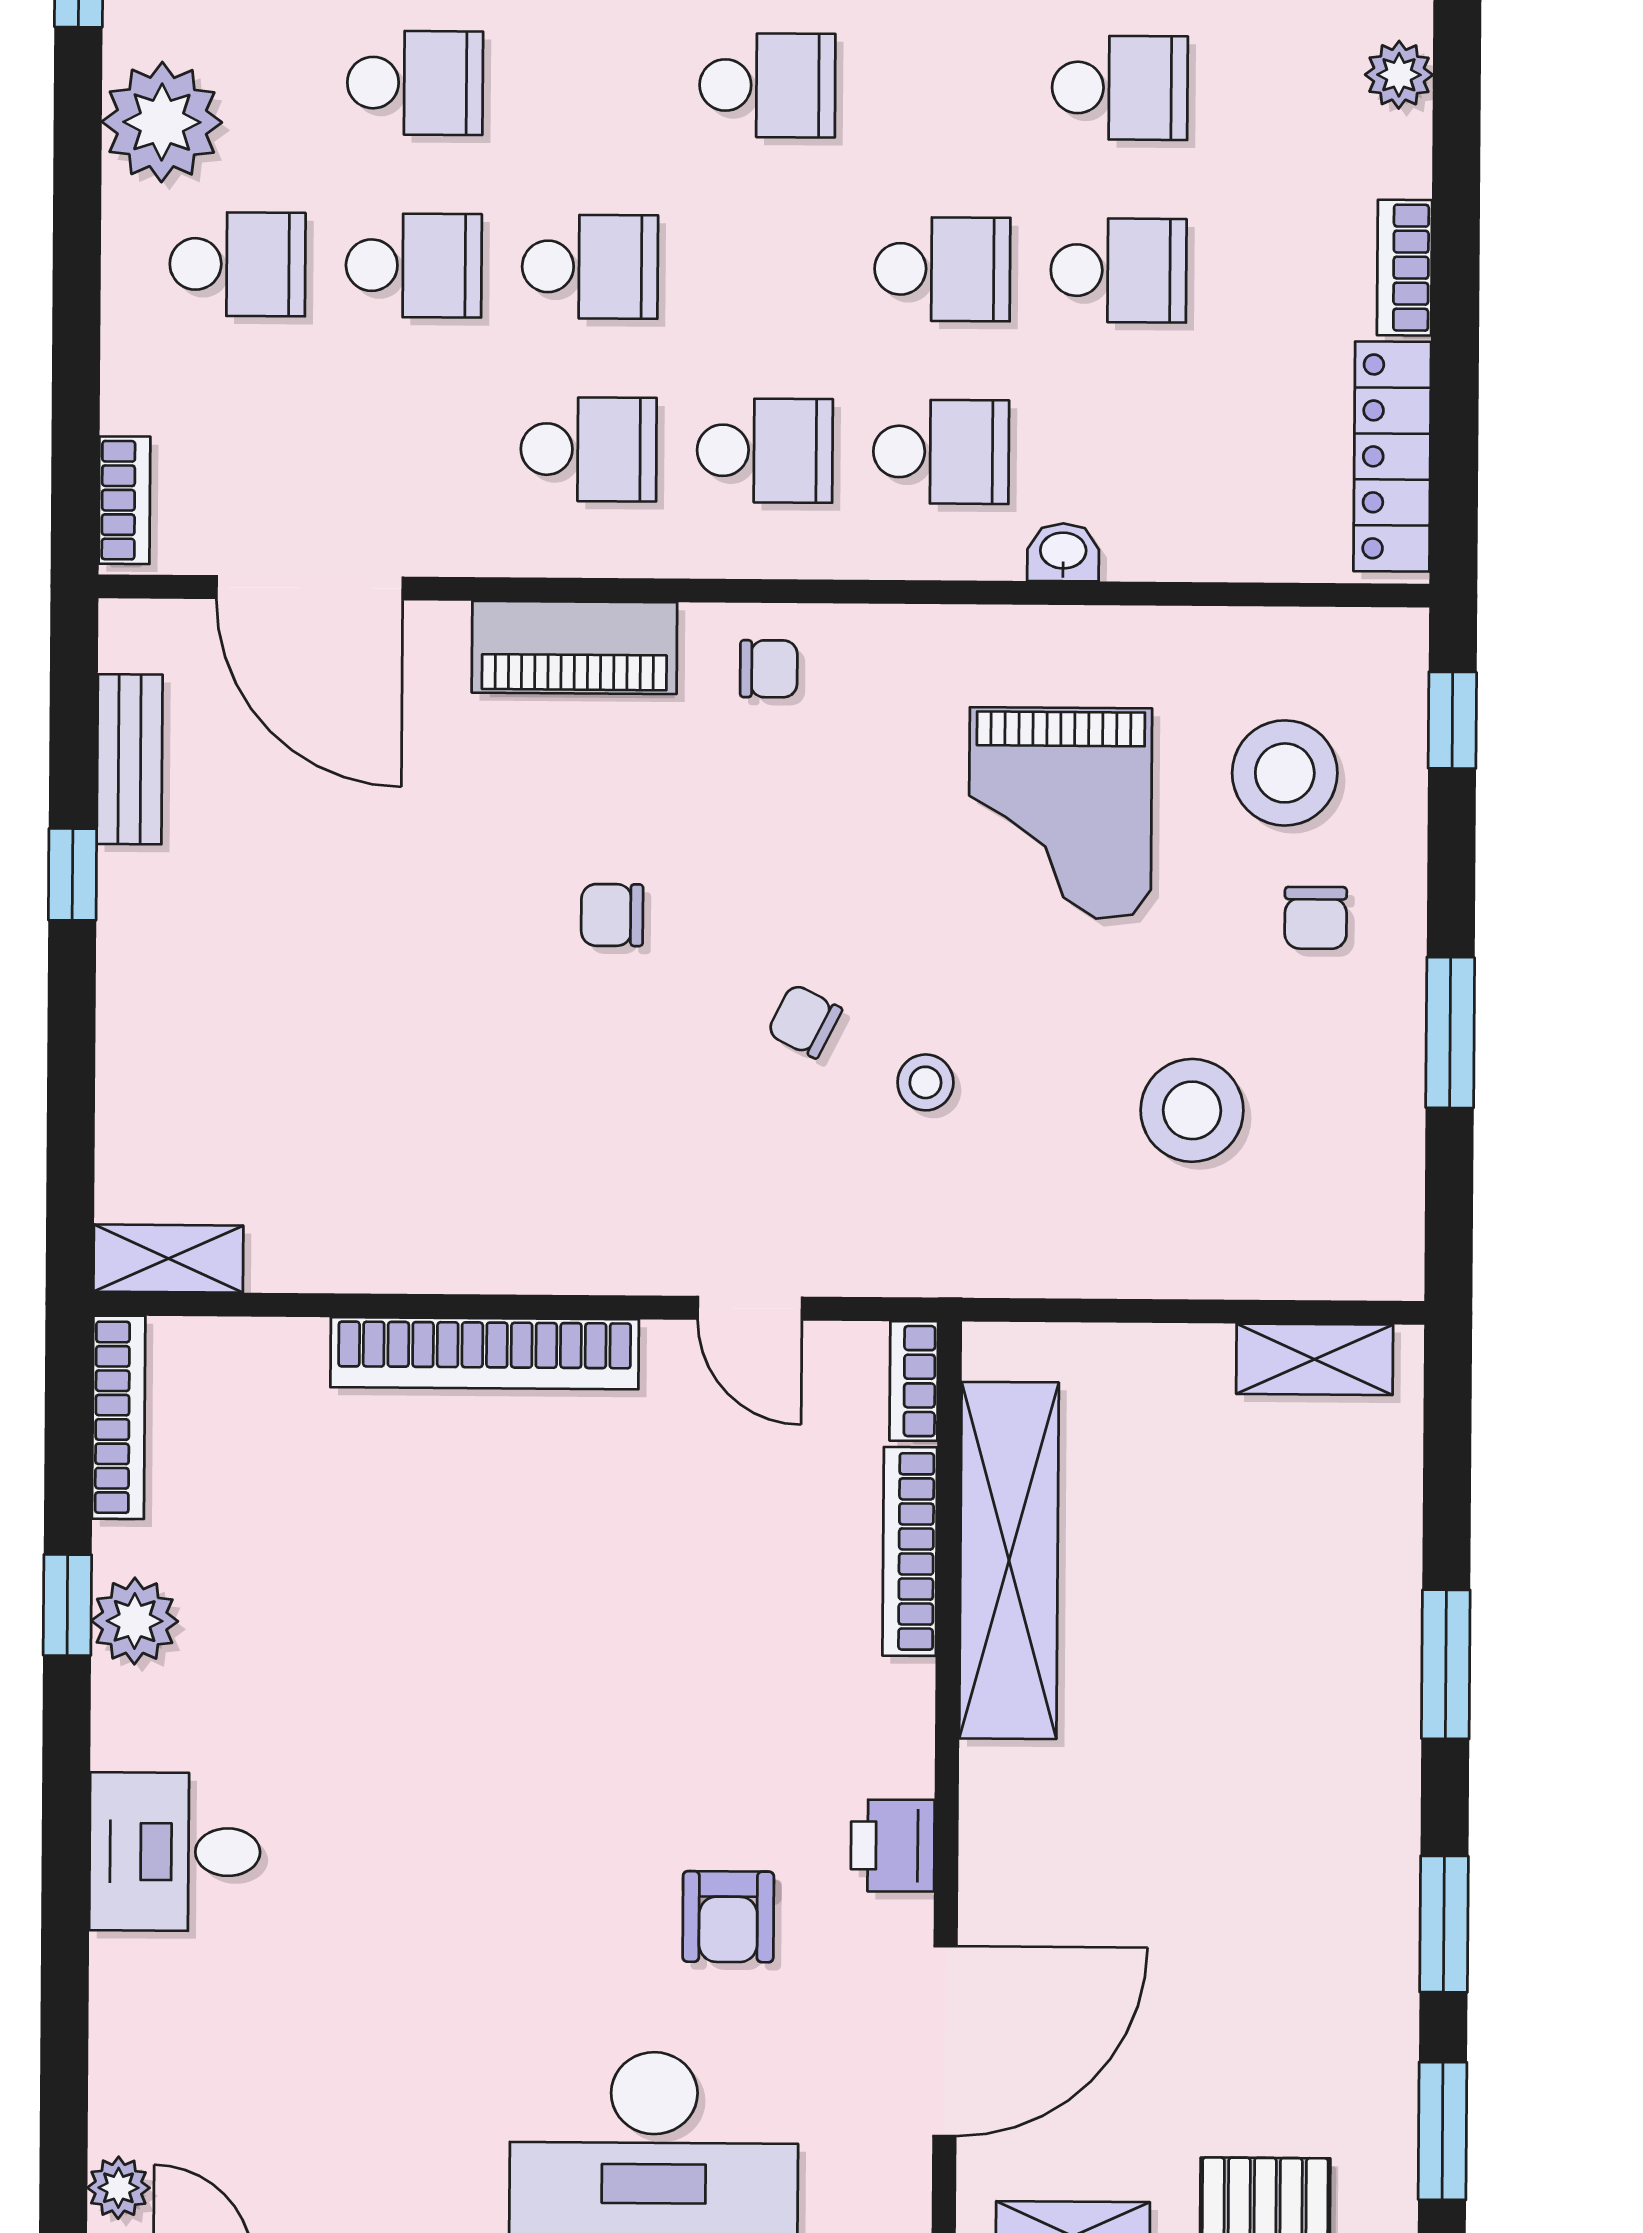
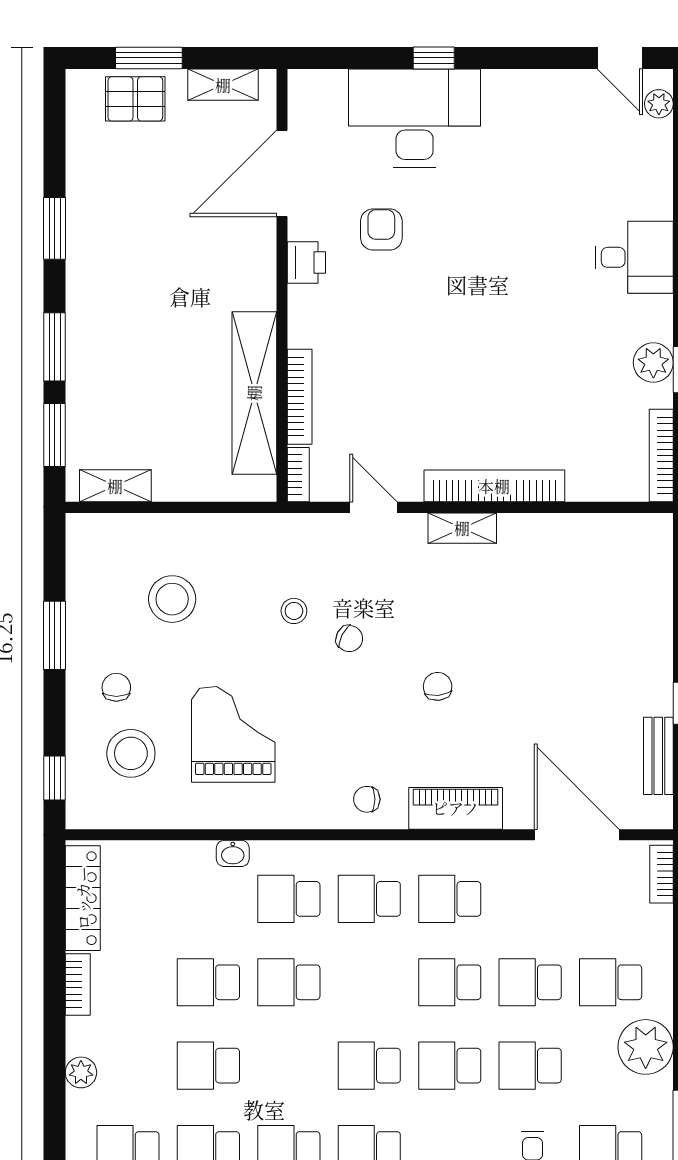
school desk: (591, 84) -> (450, 1066), added
chair: (612, 915) -> (438, 686), turned -96
shelving: (168, 1259) -> (462, 528), moved
window: (1443, 2131) -> (55, 435), moved

